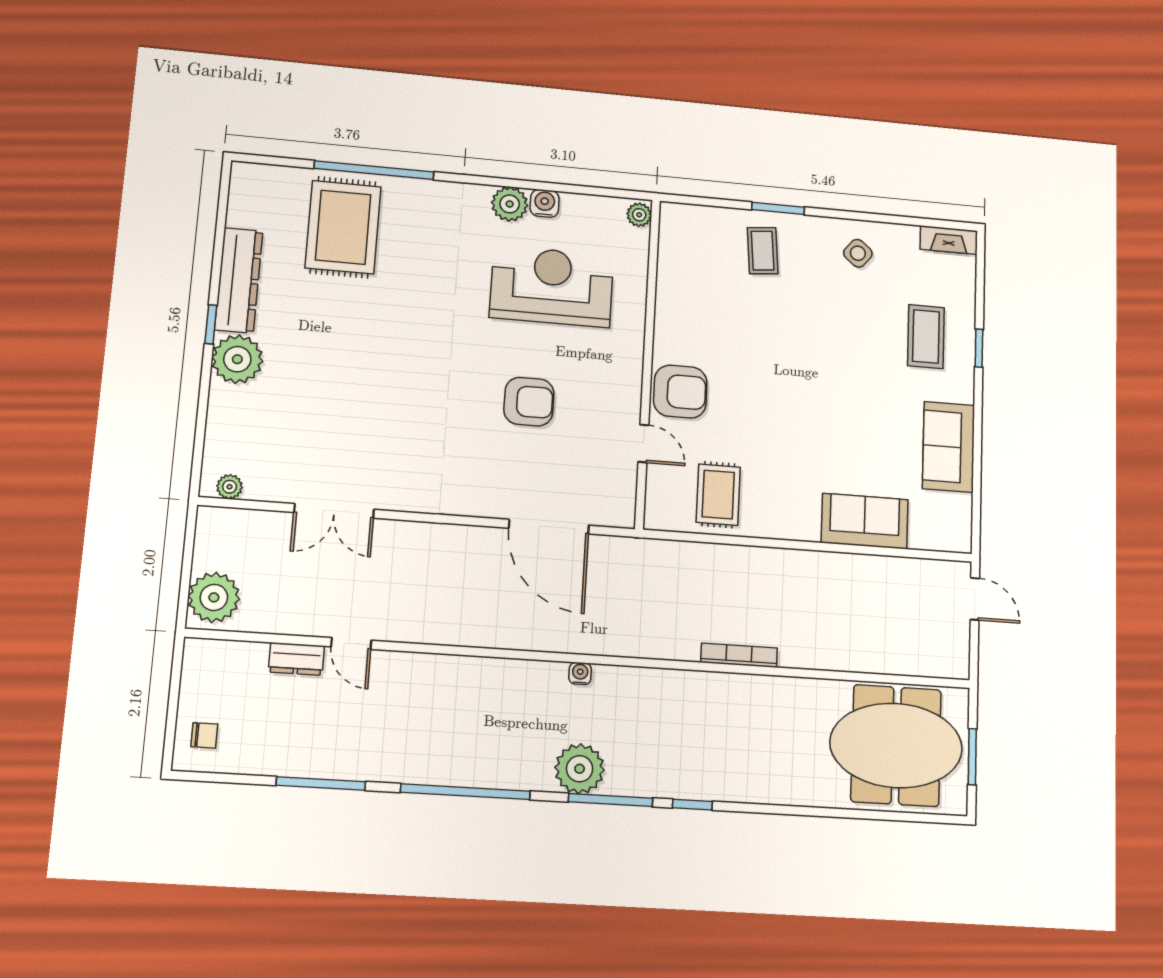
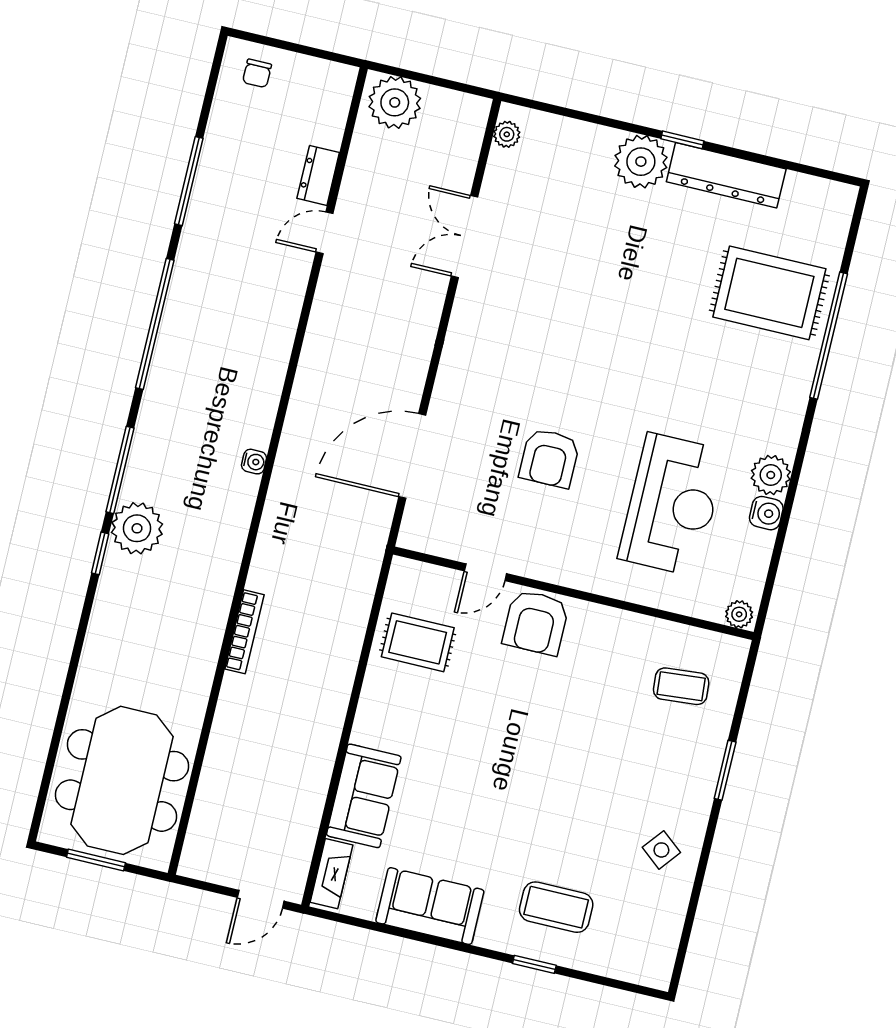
fireplace: (949, 240) -> (332, 874), moved, turned 180
coffee table: (763, 251) -> (681, 686), moved
plant: (580, 769) -> (137, 528), moved

